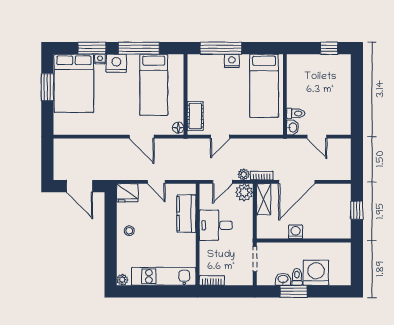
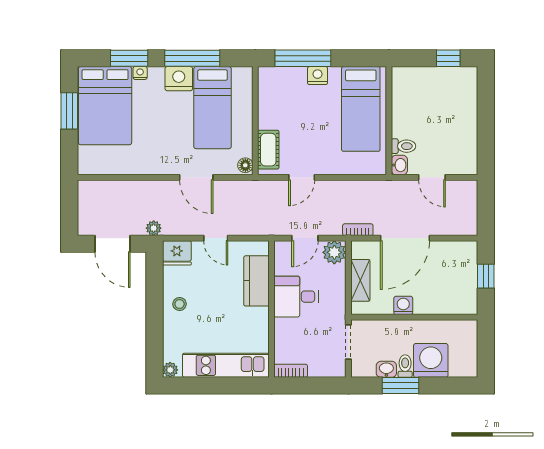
nightstand: (116, 63) -> (179, 79), moved
plant: (244, 174) -> (154, 228), moved
shelving: (264, 199) -> (360, 280), moved

